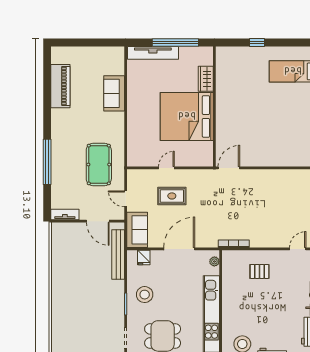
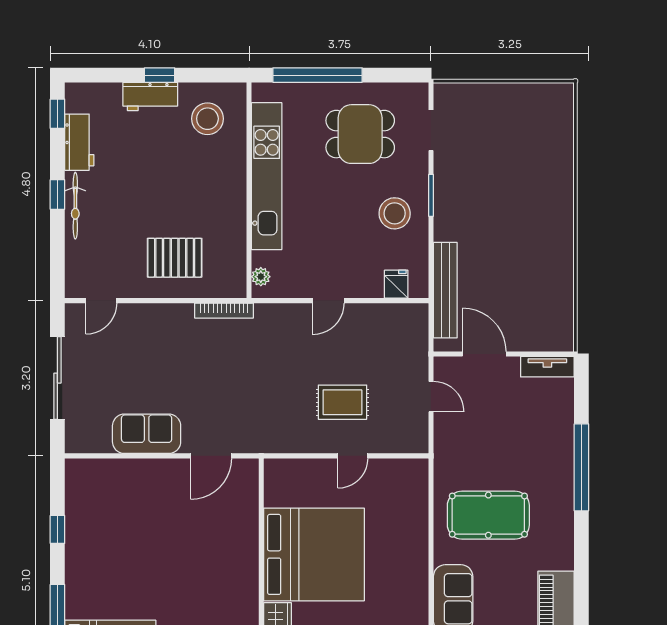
pool table: (99, 165) -> (488, 515), moved, turned 90
door: (229, 168) -> (211, 456), moved
sofa: (137, 230) -> (147, 434), moved, turned 90
door: (179, 249) -> (328, 301), width x0.53
pallet: (259, 271) -> (175, 258), width x1.50, depth x1.42

